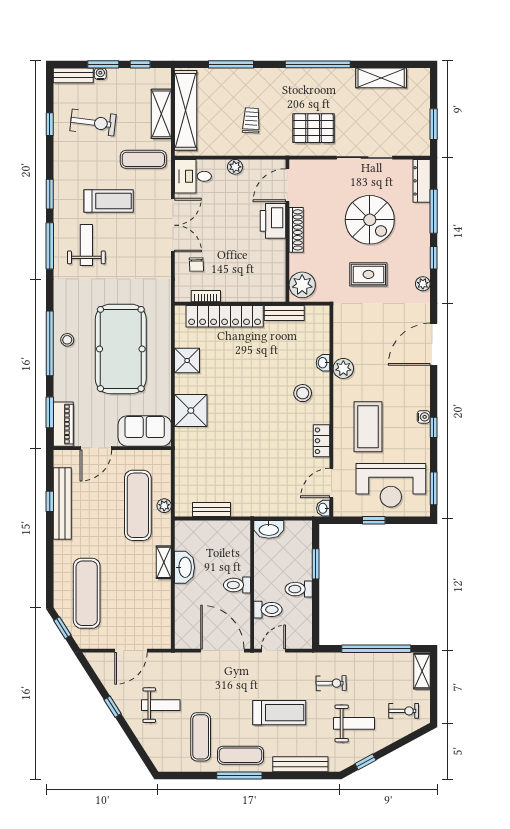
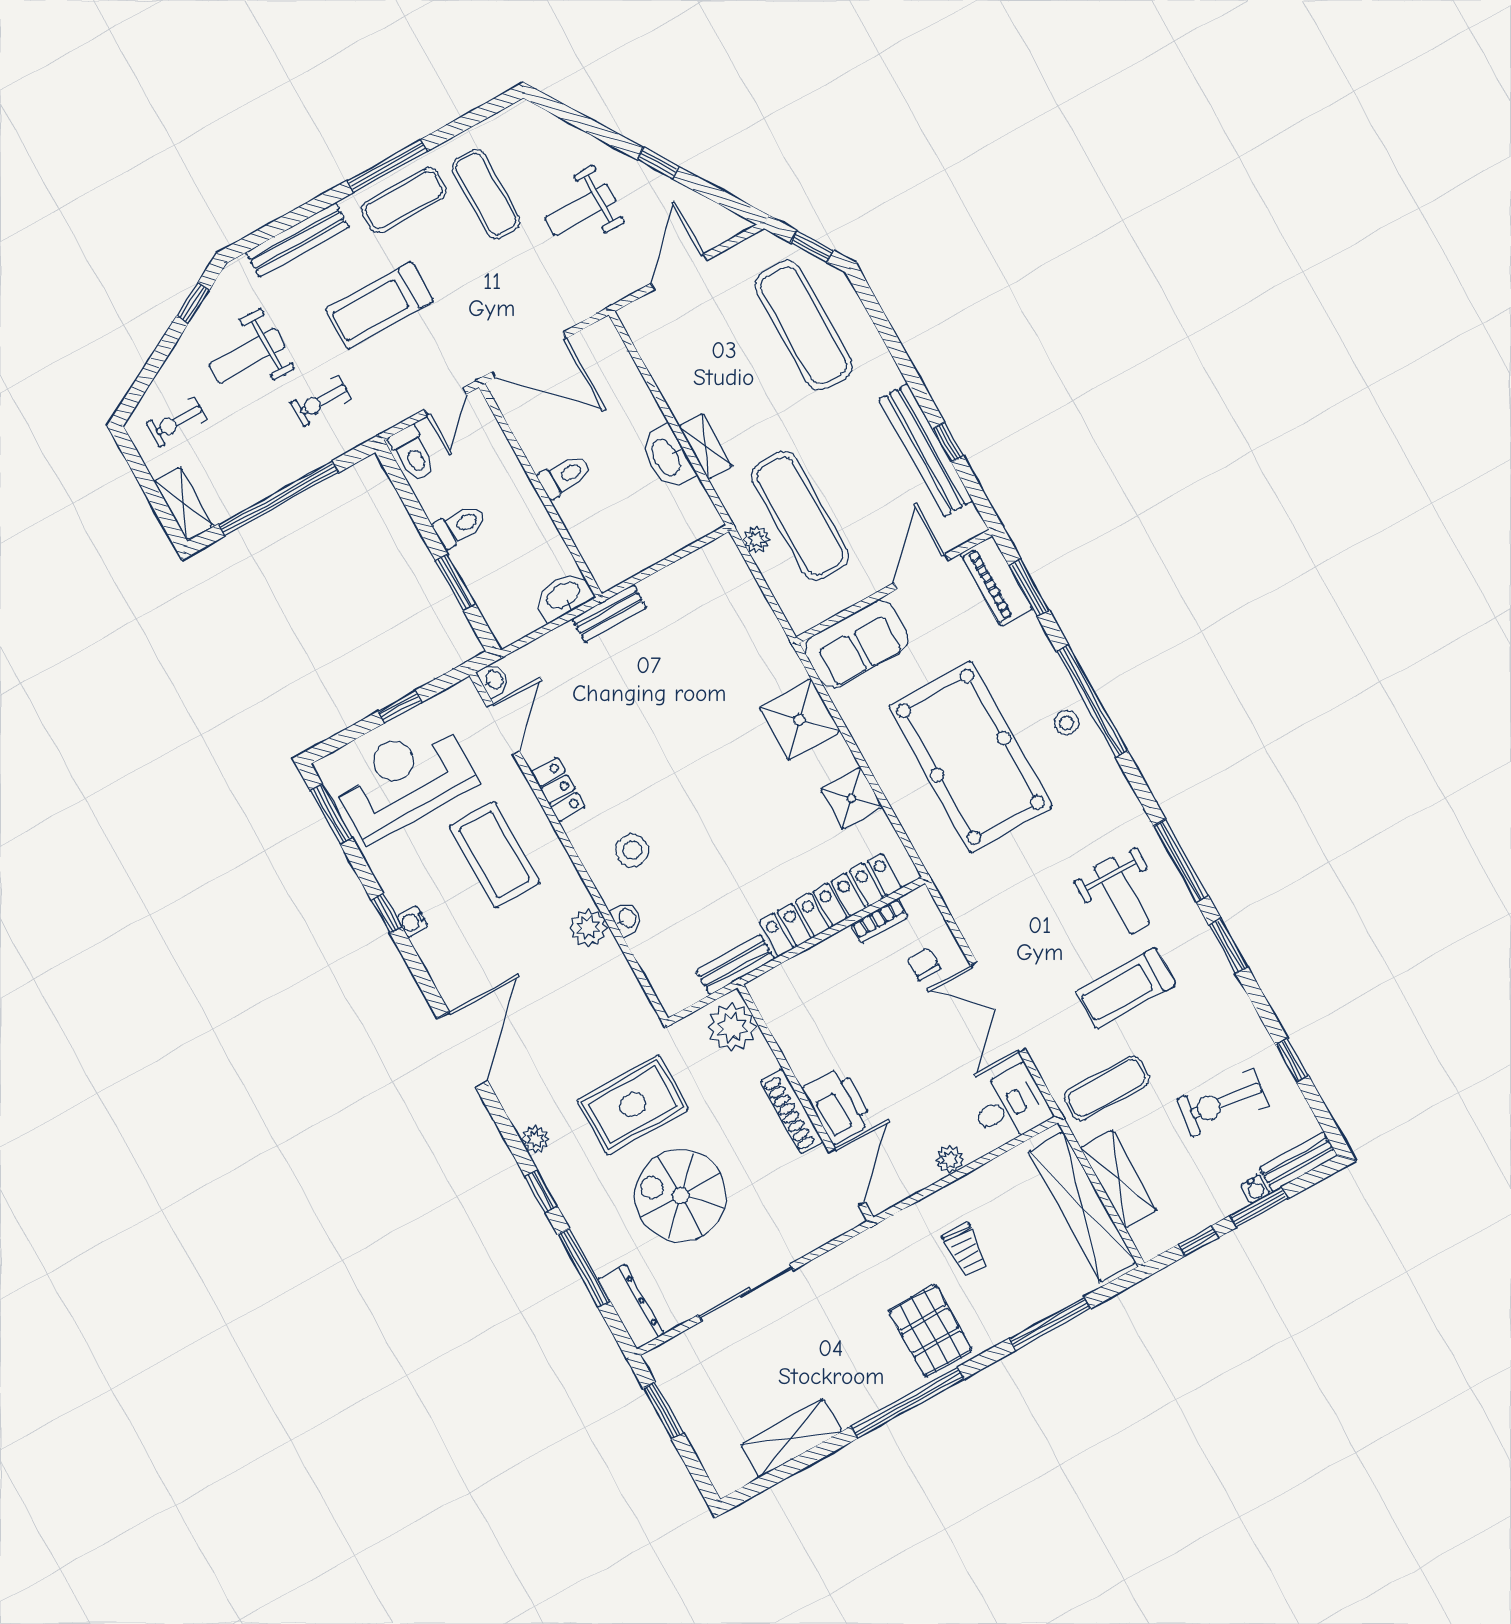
pallet: (314, 128) -> (930, 1331), moved, turned 90
rug: (368, 274) -> (633, 1105), width x1.36, depth x1.43
bench: (211, 510) -> (609, 613), moved
toilet: (268, 610) -> (413, 454), moved, turned -90

